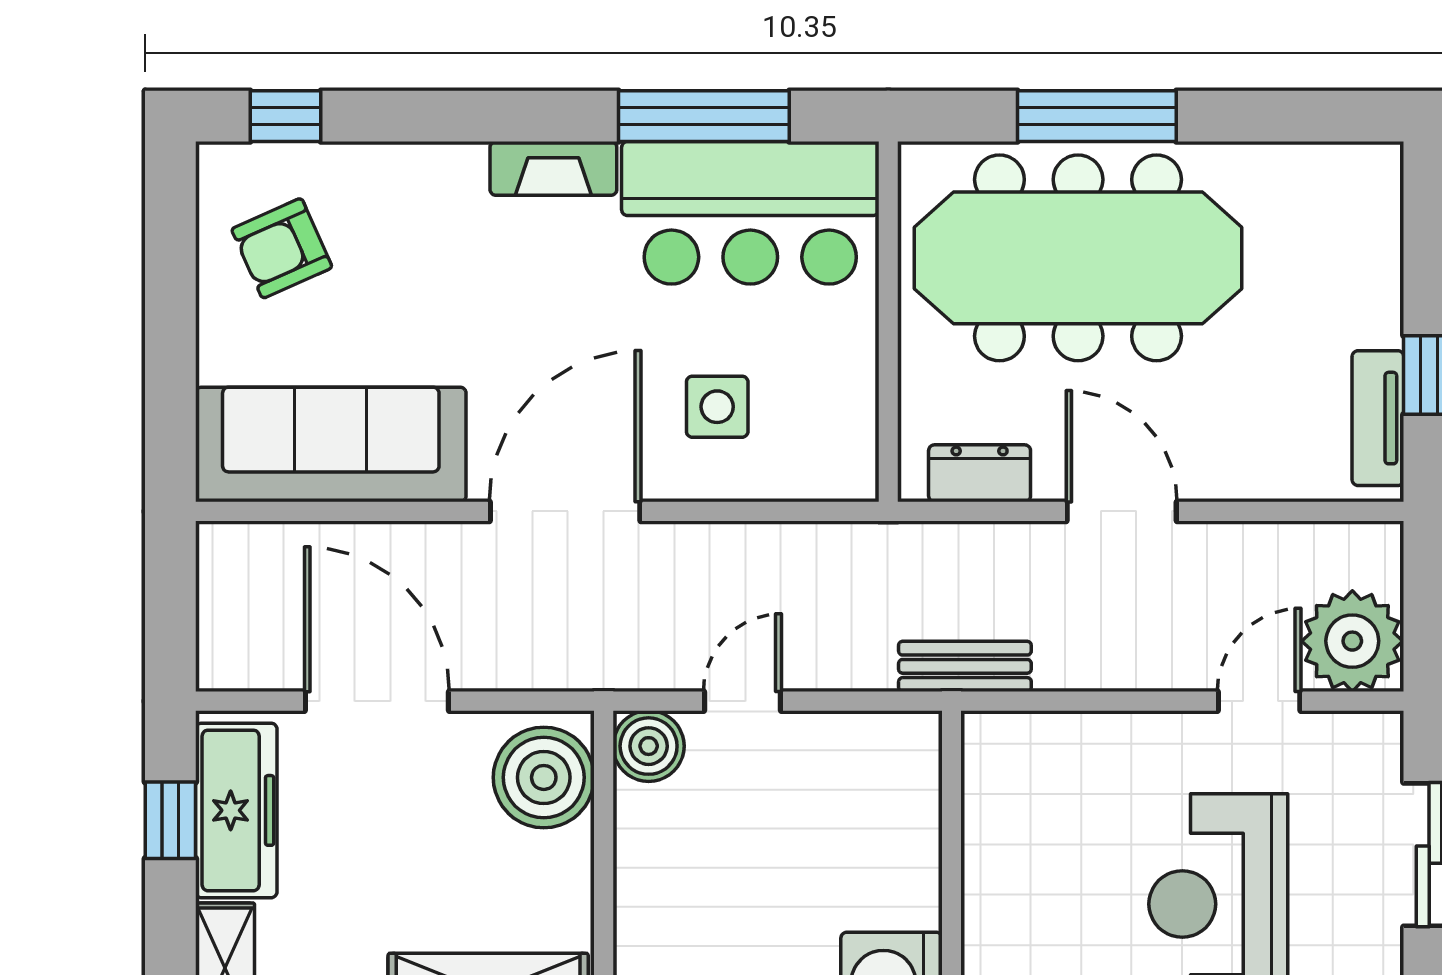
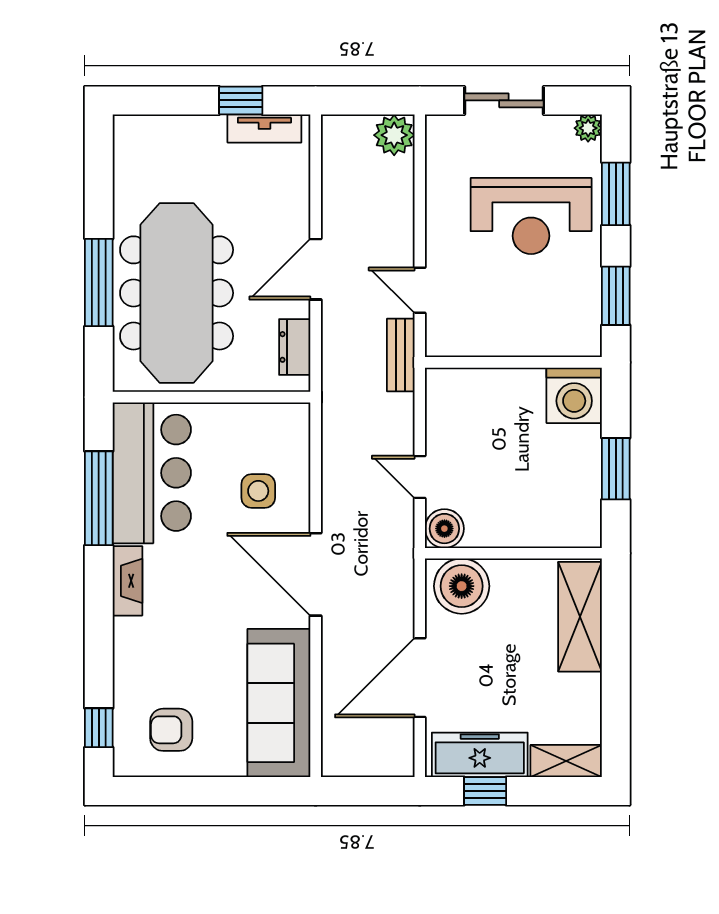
armchair: (282, 248) -> (171, 730), turned 114
plant: (1352, 641) -> (394, 135), width x0.73, depth x0.73
door: (1259, 701) -> (420, 290), moved

